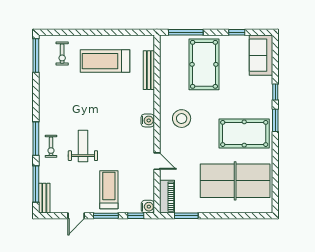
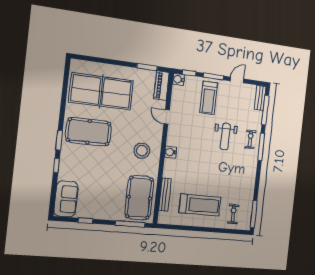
pool table: (204, 64) -> (139, 198), moved

